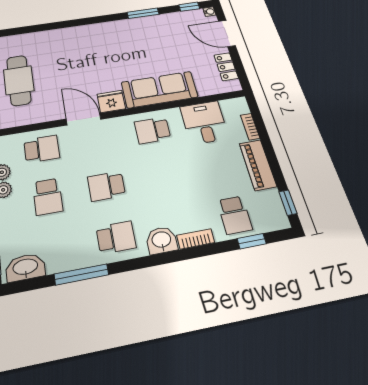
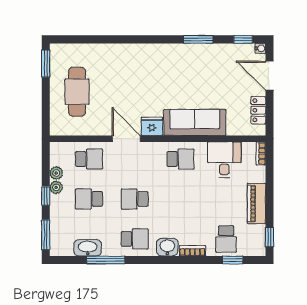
bookcase: (250, 127) -> (261, 154), moved
school desk: (153, 130) -> (180, 159), turned 180
school desk: (48, 197) -> (89, 199), turned 90
washbasin: (25, 267) -> (88, 248), moved

